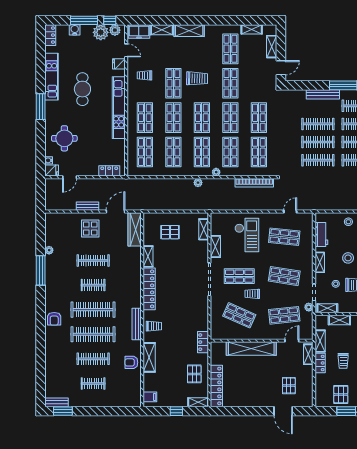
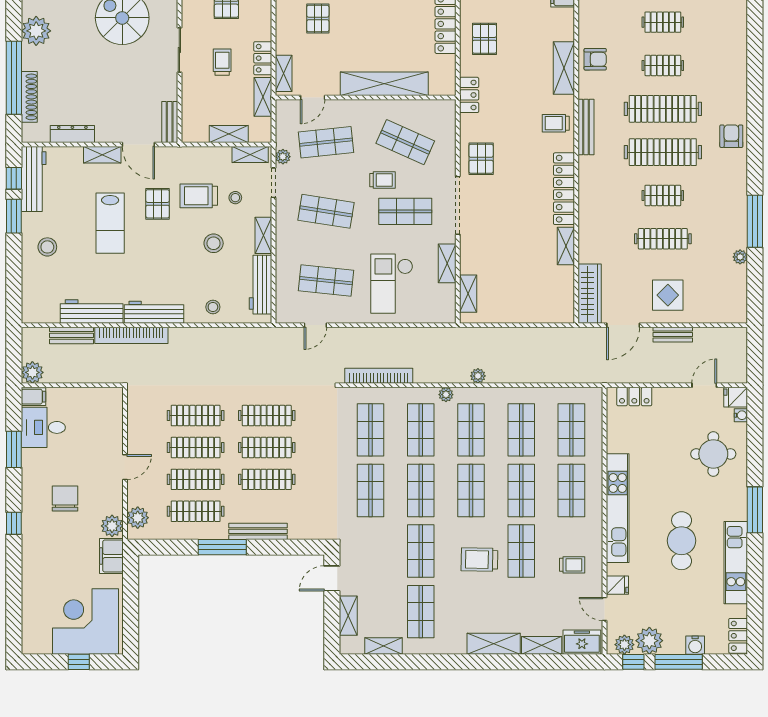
pallet: (170, 232) -> (481, 159), moved, turned 90
workbench: (321, 234) -> (261, 285), width x1.38
clothes rail: (93, 359) -> (663, 65), width x0.73

